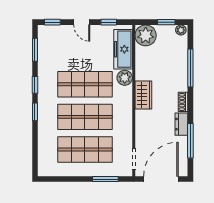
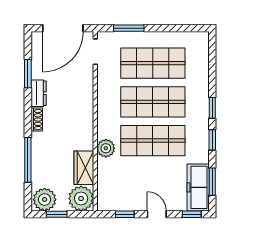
plant: (181, 30) -> (45, 200), width x1.88, depth x1.88
freezer: (123, 49) -> (198, 187), moved, turned 180
wardrobe: (143, 95) -> (84, 168), moved
window: (190, 141) -> (28, 74), width x0.69

